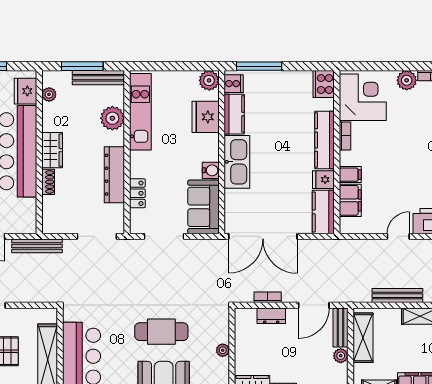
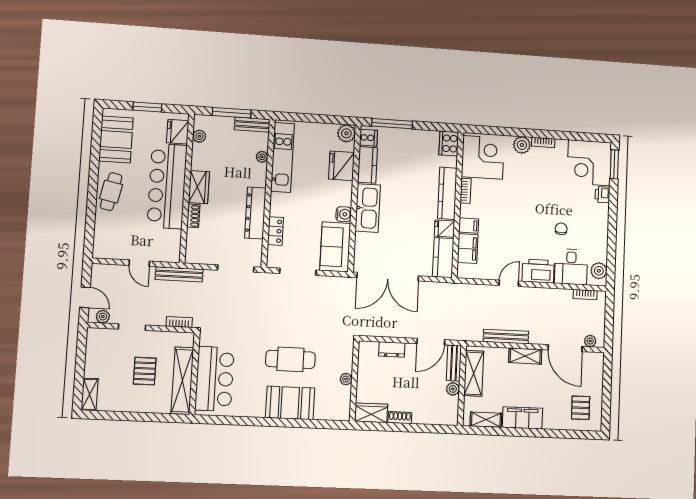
bench: (98, 78) -> (252, 125), width x0.73
plant: (112, 118) -> (262, 157), width x0.53, depth x0.53
bookcase: (268, 297) -> (179, 322), moved

